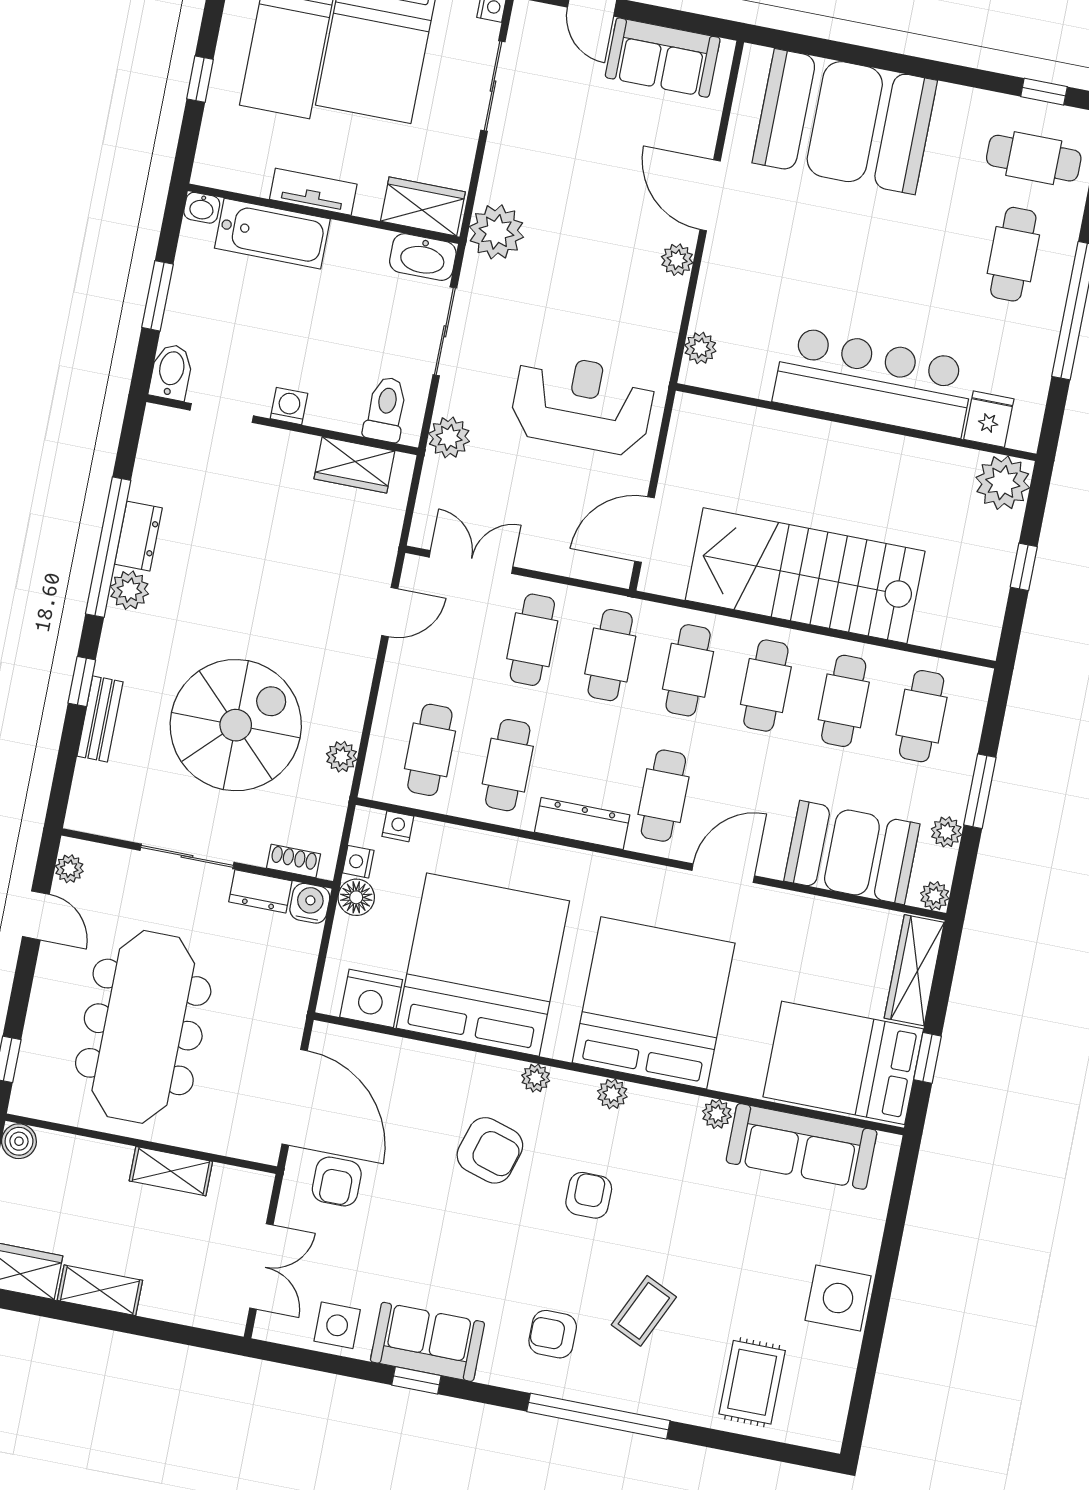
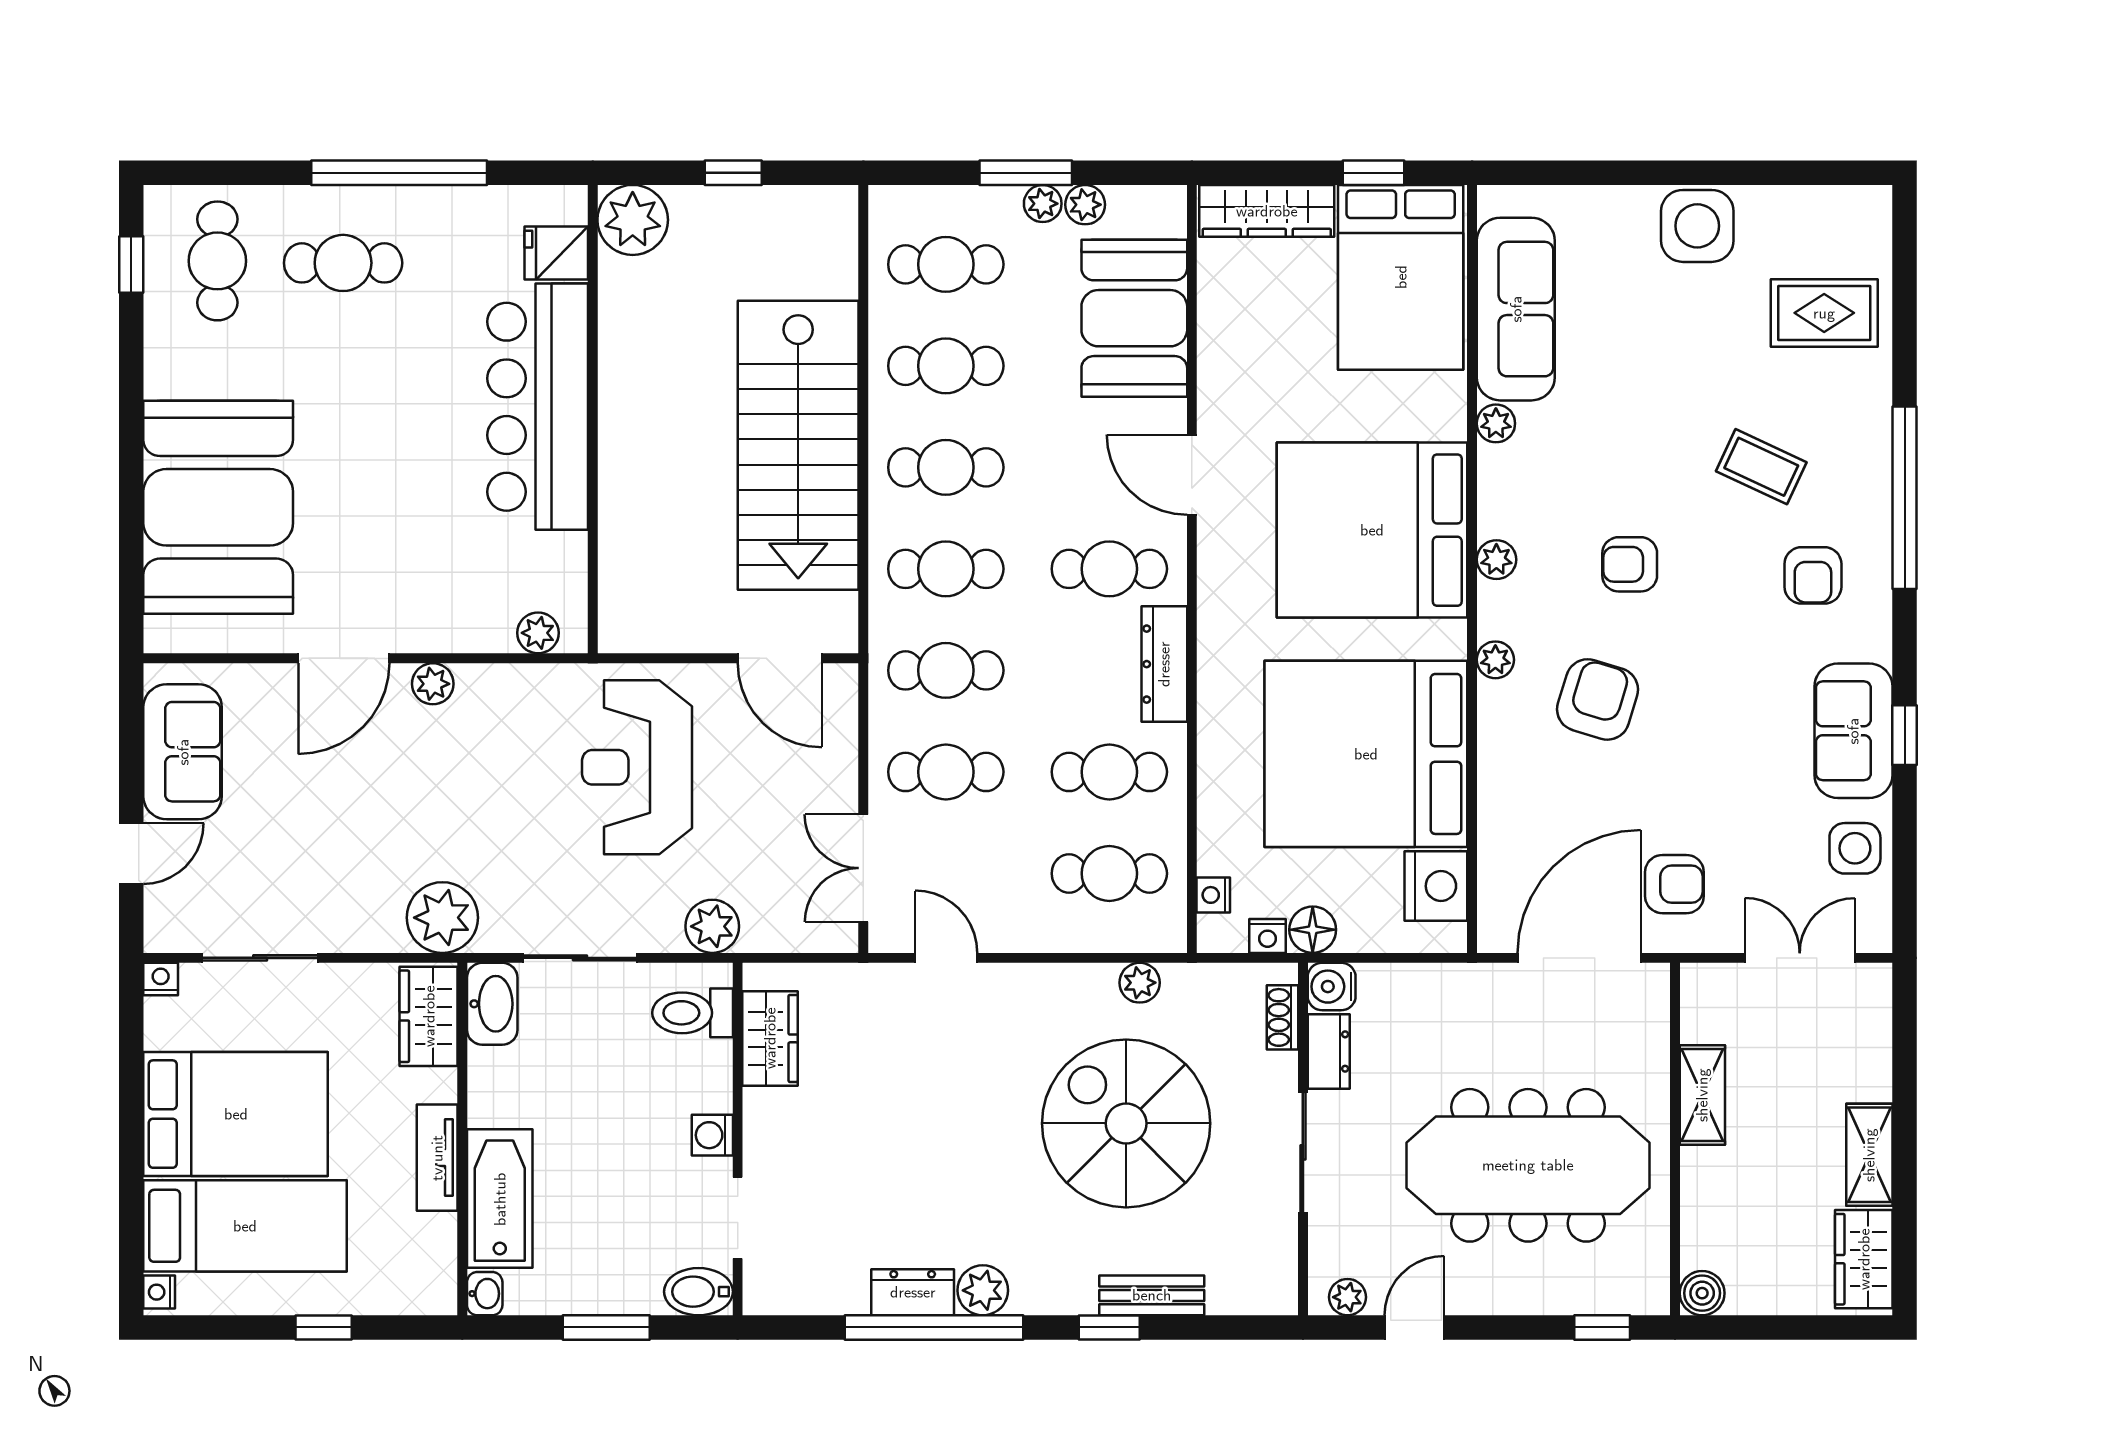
plant: (935, 896) -> (1043, 204), moved

